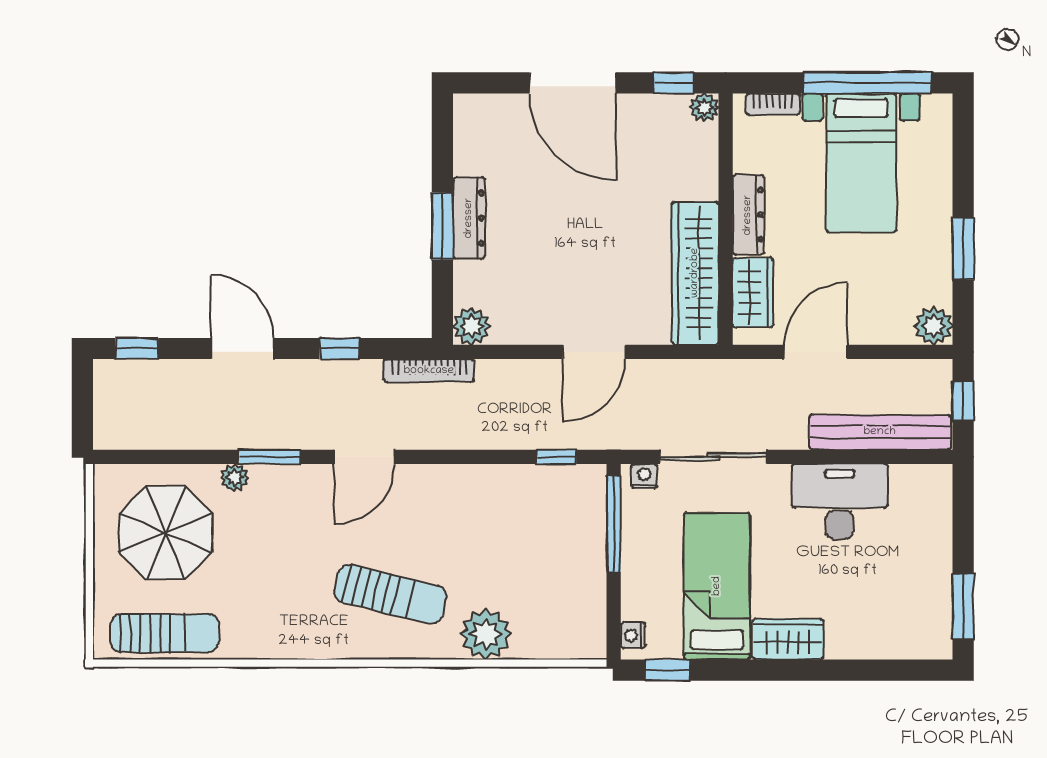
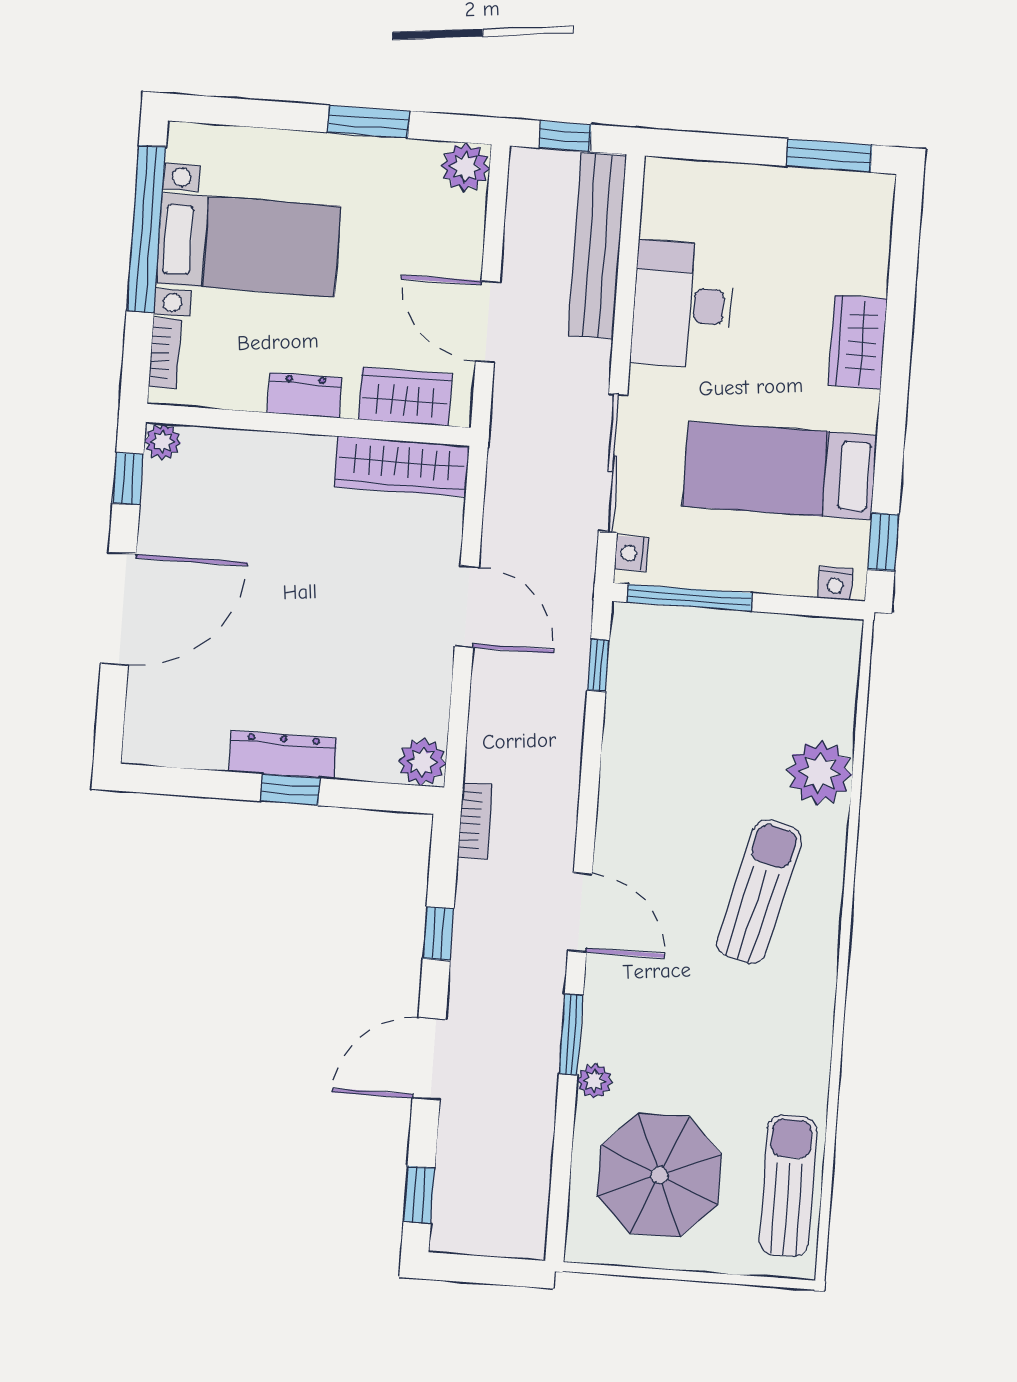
dresser: (748, 215) -> (305, 395), width x0.70
window: (442, 226) -> (290, 790), width x0.67
wardrobe: (695, 273) -> (402, 466), width x0.71, depth x0.85
bookcase: (429, 371) -> (475, 821), width x0.64
wardrobe: (788, 639) -> (858, 342), moved

